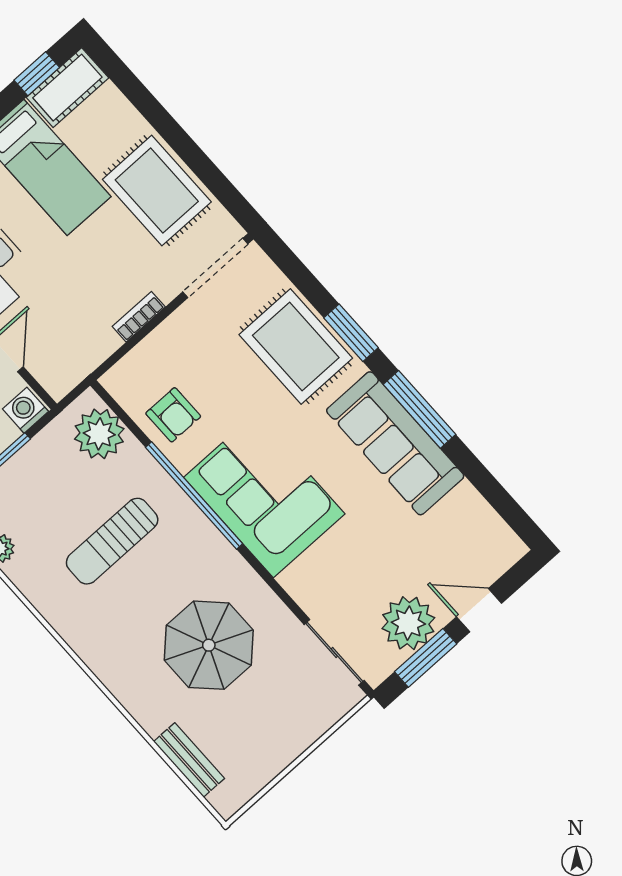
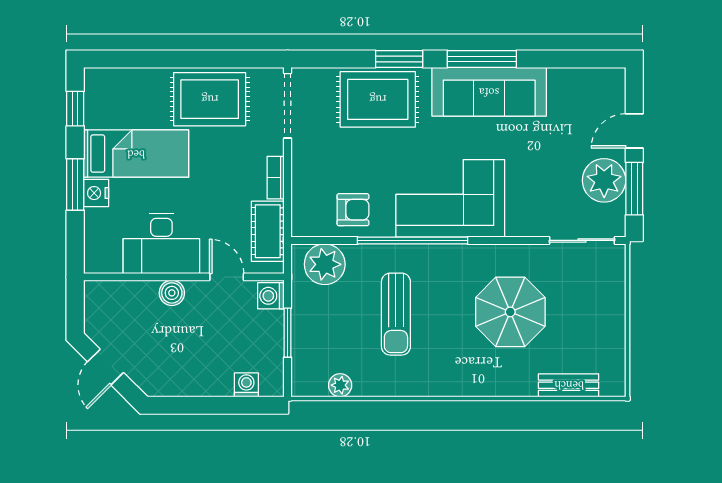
cot: (67, 88) -> (268, 231), moved

